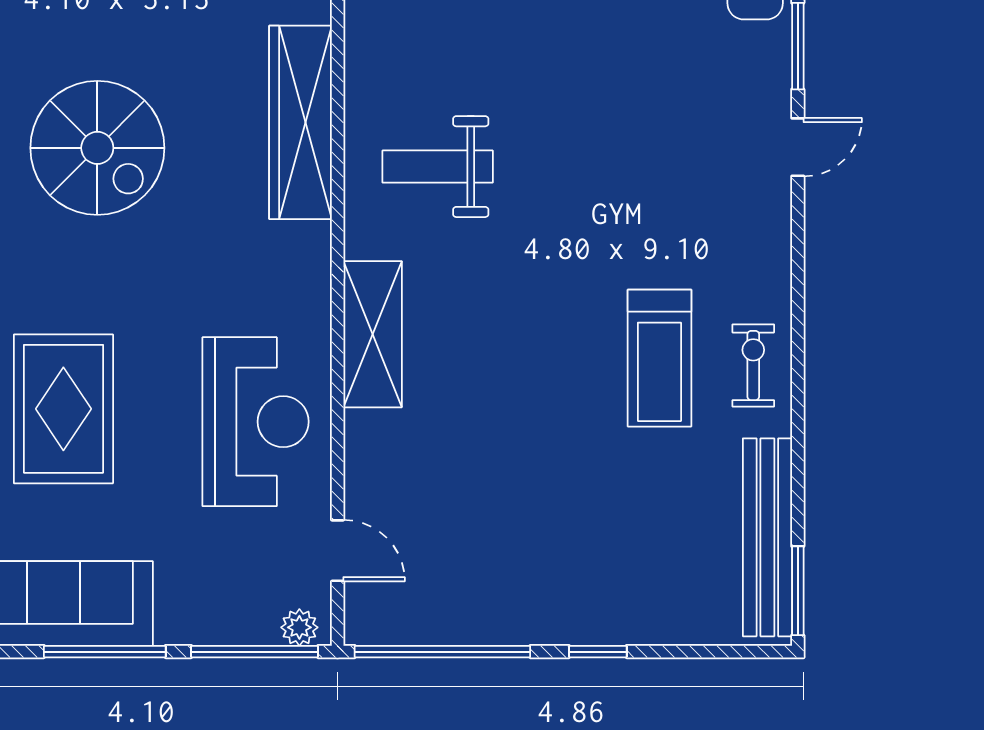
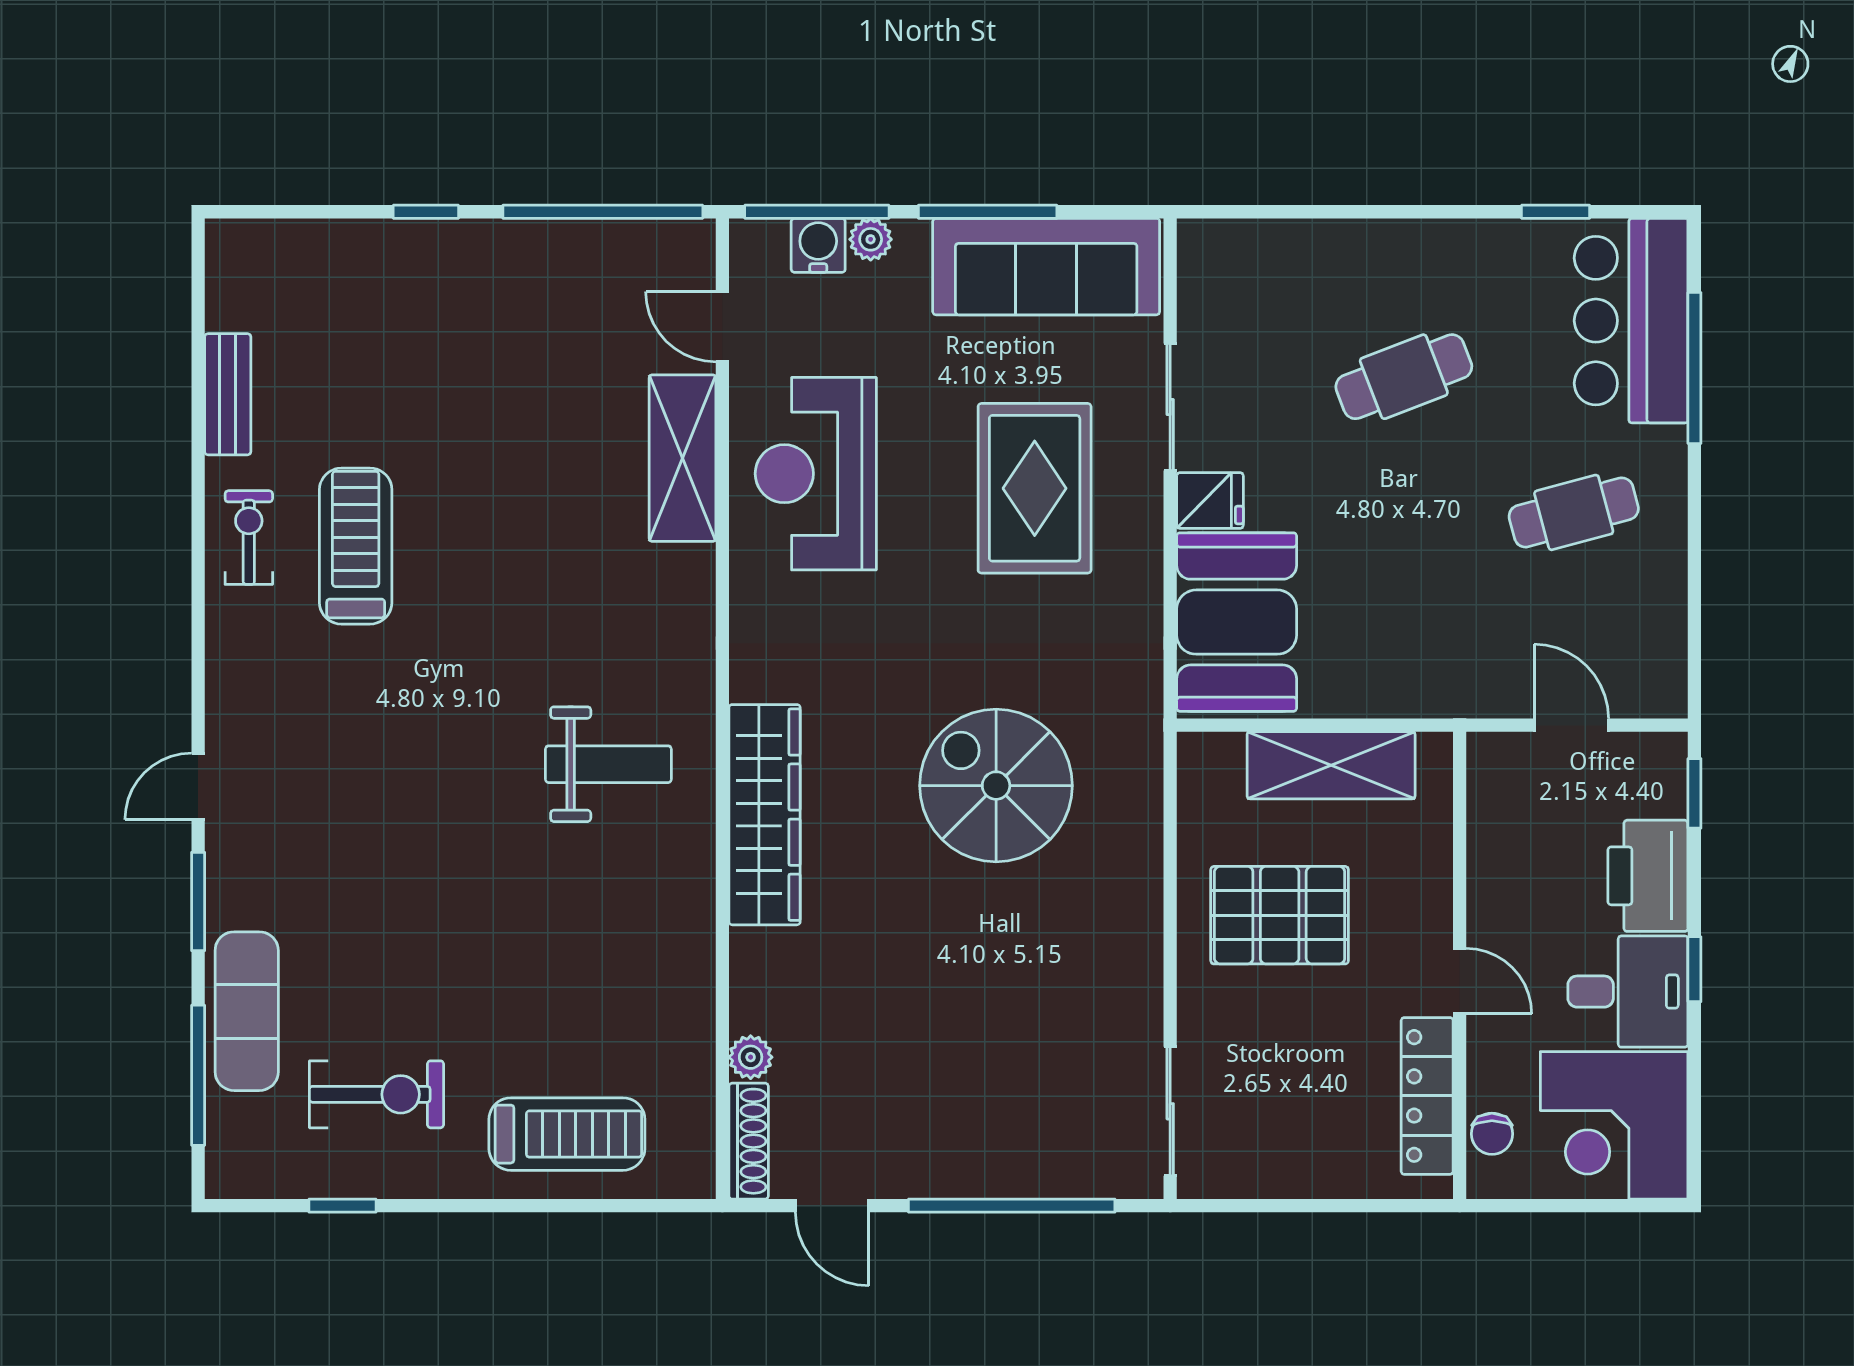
shelving: (373, 334) -> (682, 458), moved
exercise bike: (753, 366) -> (249, 538), turned 180
bench: (767, 537) -> (228, 394), width x0.54, depth x0.82
window: (798, 591) -> (198, 281), removed
water cooler: (253, 622) -> (818, 245), added
plant: (299, 627) -> (871, 239), moved

